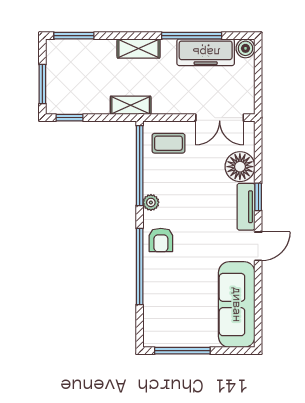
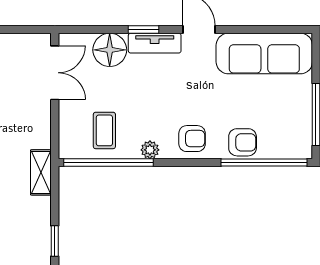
coffee table: (168, 143) -> (104, 130), moved
window: (140, 267) -> (264, 162), moved
armchair: (158, 285) -> (243, 142), added

